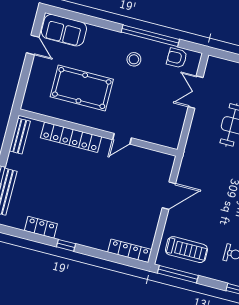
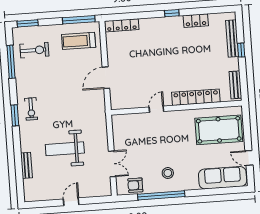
sofa: (64, 30) -> (223, 178), width x1.36
armchair: (177, 58) -> (135, 185), turned 180
pool table: (82, 88) -> (219, 130), moved

